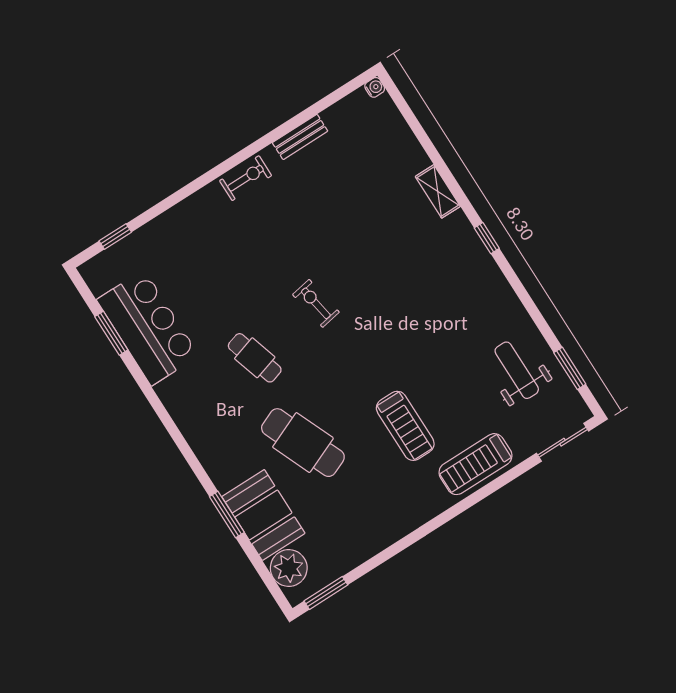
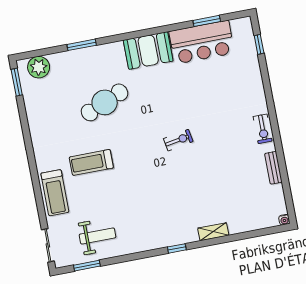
cafe table: (255, 358) -> (162, 94), removed
treadmill: (475, 464) -> (55, 193), turned 180
booth: (263, 515) -> (148, 51), moved

